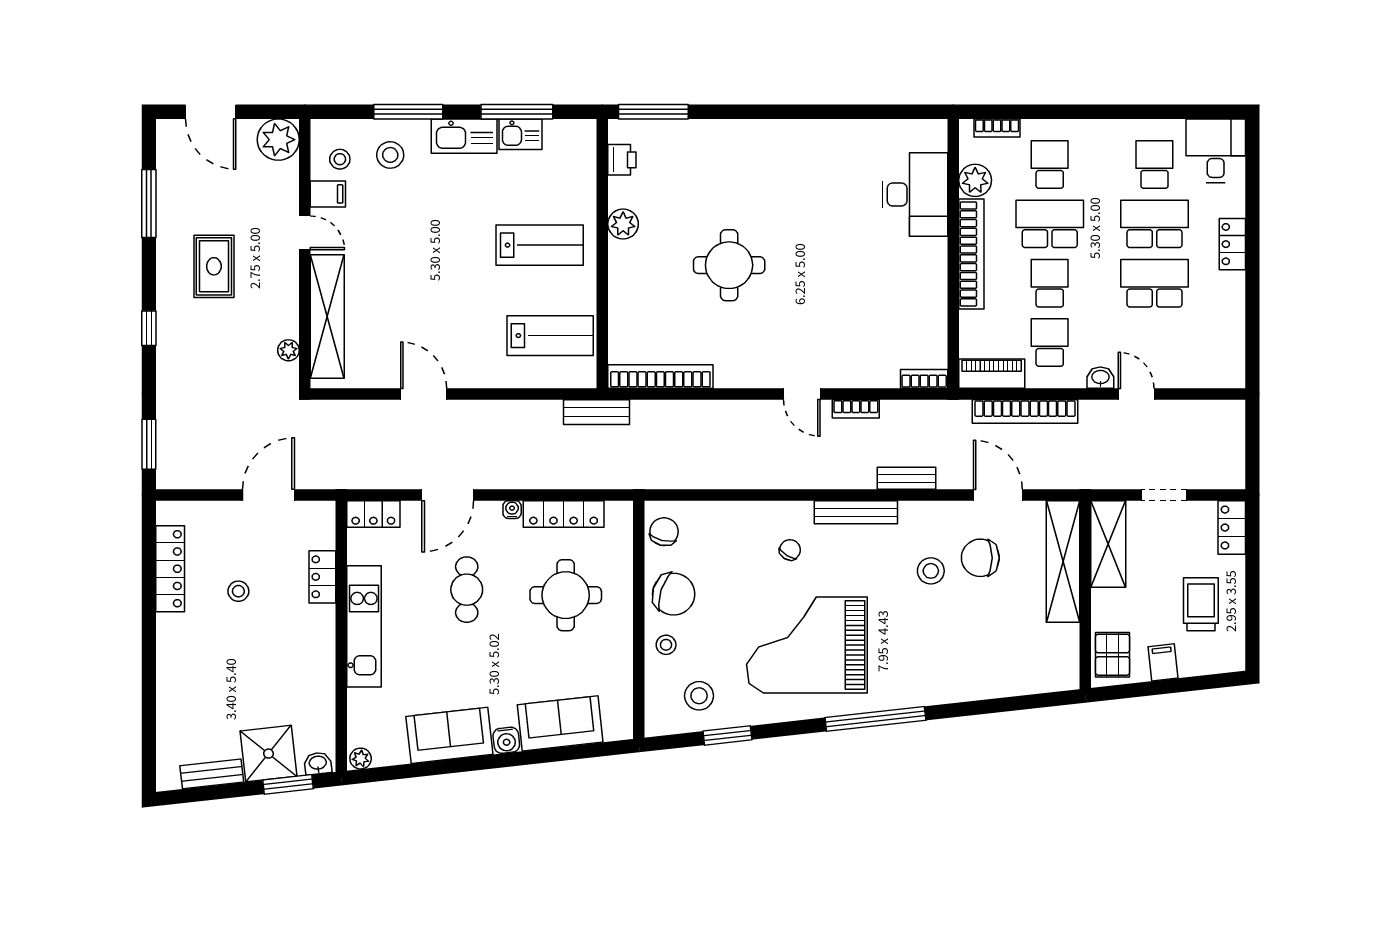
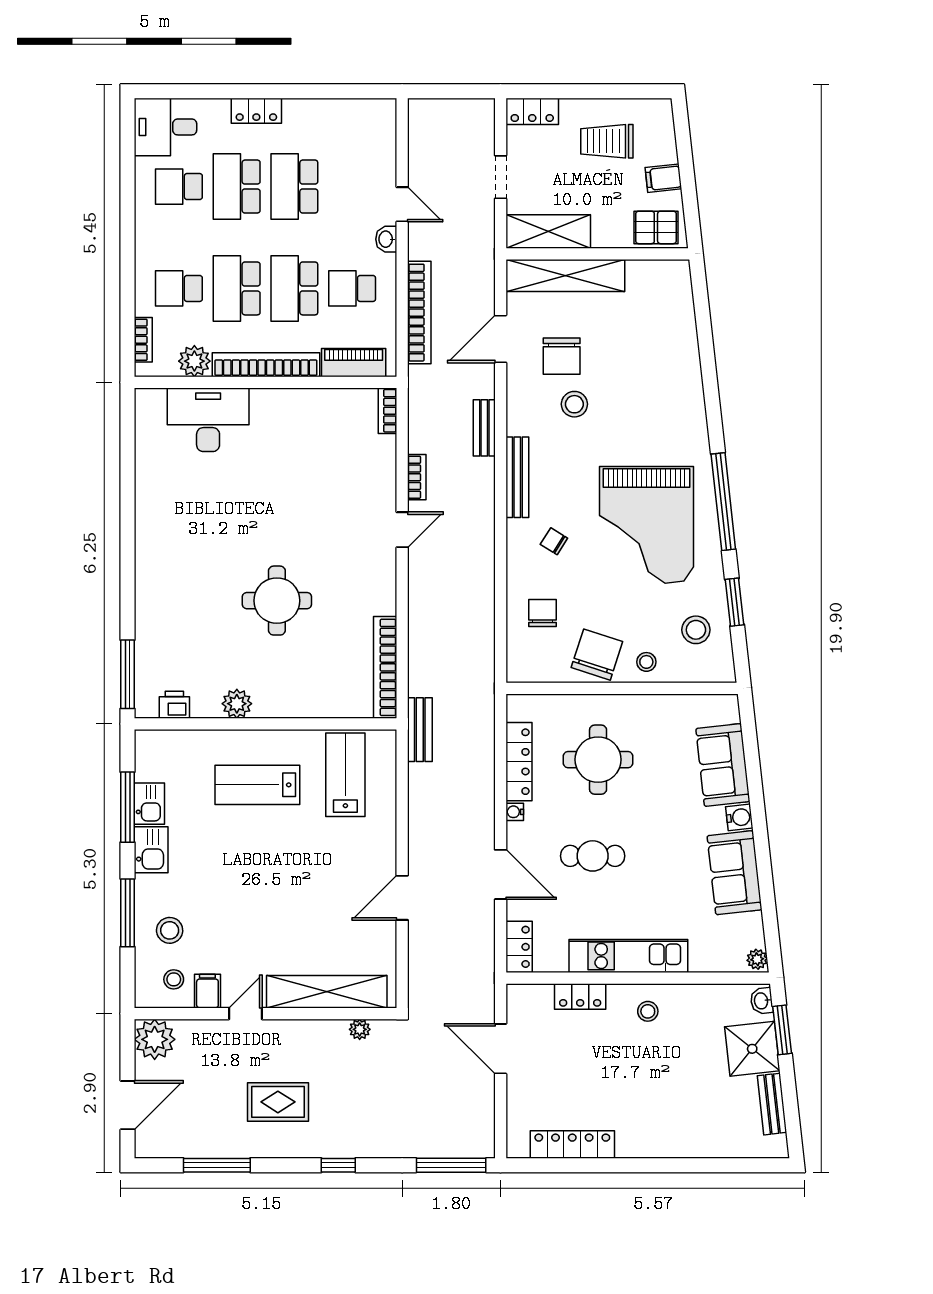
kitchen sink: (464, 136) -> (151, 850), width x0.73
lab bench: (540, 245) -> (257, 785), turned -90
school desk: (1050, 283) -> (294, 288), width x1.85
piano: (992, 374) -> (354, 363), moved, turned 90
door: (1136, 394) -> (402, 204), swing flipped
window: (149, 444) -> (451, 1165), width x1.44
chair: (664, 532) -> (542, 613), moved, turned 76
stool: (238, 591) -> (648, 1011), moved
window: (875, 719) -> (723, 502), moved

